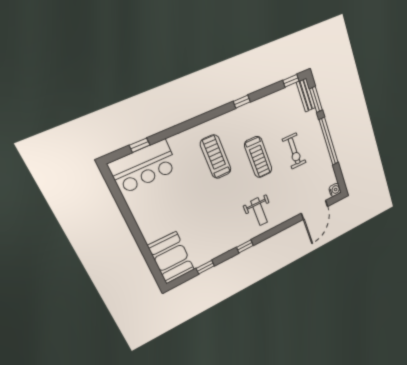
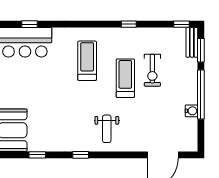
exercise bike: (294, 151) -> (152, 70), moved
treadmill: (258, 157) -> (125, 78), turned 180
water cooler: (335, 190) -> (191, 111), moved

